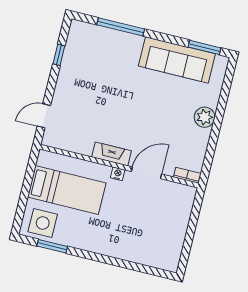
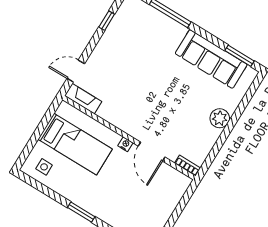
fireplace: (112, 154) -> (83, 99), moved
door: (146, 173) -> (152, 152), swing flipped
side table: (43, 223) -> (44, 167), width x0.54, depth x0.54
window: (52, 246) -> (81, 212), moved

